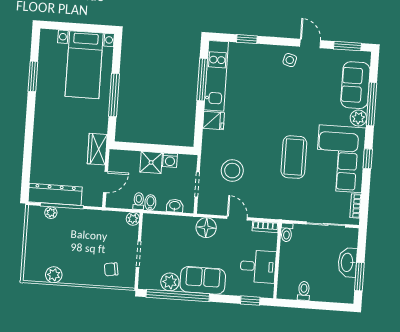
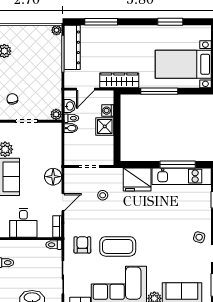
fridge: (214, 121) -> (137, 180), width x1.88, depth x1.34
wardrobe: (97, 149) -> (119, 80), width x1.50
window: (27, 158) -> (101, 22), added
washing machine: (170, 160) -> (108, 111), moved
stool: (232, 171) -> (103, 195), width x0.53, depth x0.53
door: (105, 182) -> (85, 89), hinge flipped
armchair: (289, 199) -> (82, 245), added
washbasin: (175, 206) -> (70, 106), moved
plant: (51, 213) -> (57, 30), moved

